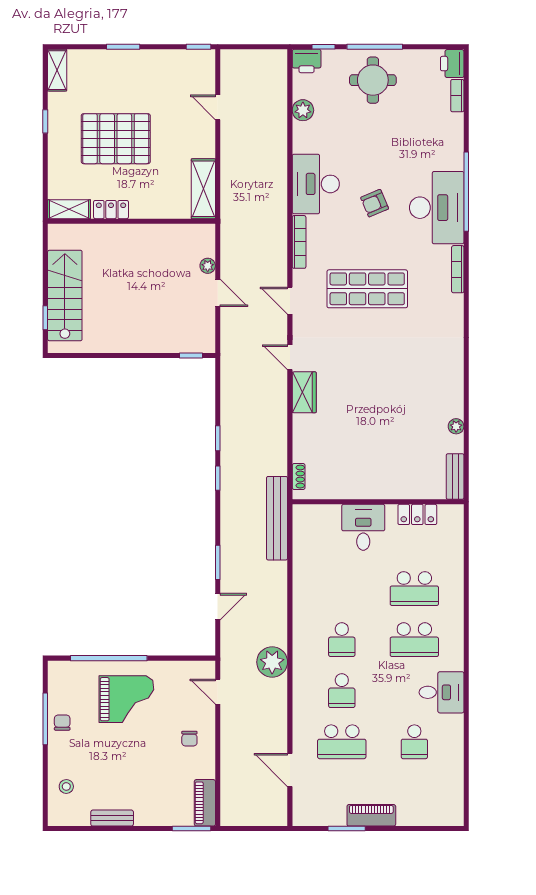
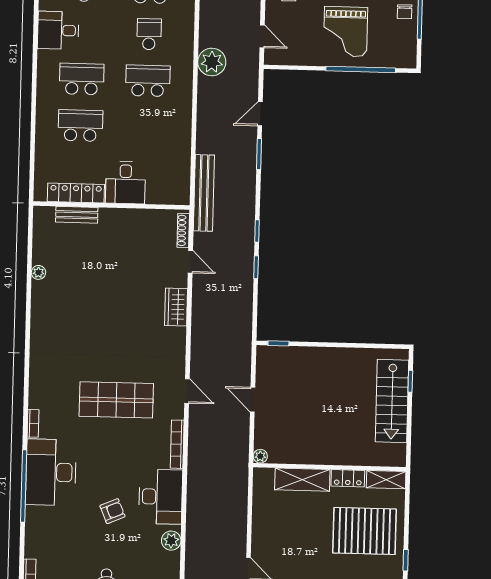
plant: (303, 110) -> (171, 541), moved
pallet: (116, 139) -> (364, 531), moved
shelving: (203, 189) -> (302, 480), moved, turned 90
armchair: (375, 203) -> (112, 511), moved
plant: (208, 266) -> (260, 456), moved
bookcase: (458, 269) -> (33, 423), width x0.64
door: (290, 357) -> (190, 262), moved
bench: (455, 476) -> (77, 215), moved, turned 90
shoe rack: (299, 477) -> (183, 230), width x1.43
locker: (417, 514) -> (76, 193), width x1.53
school desk: (342, 640) -> (148, 81), width x1.85
grand piano: (126, 699) -> (345, 32), turned -90

